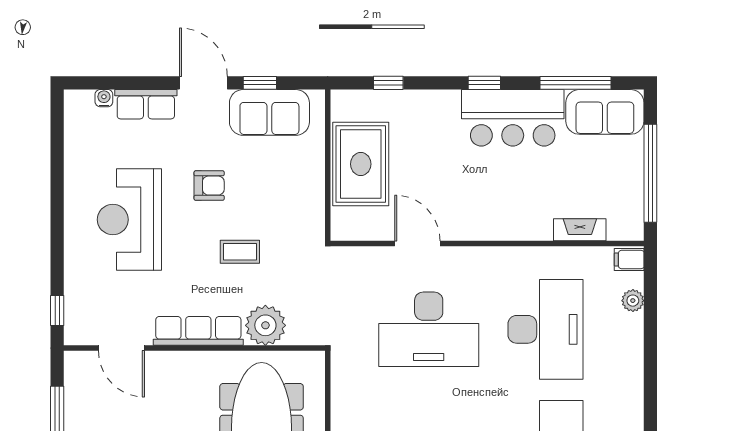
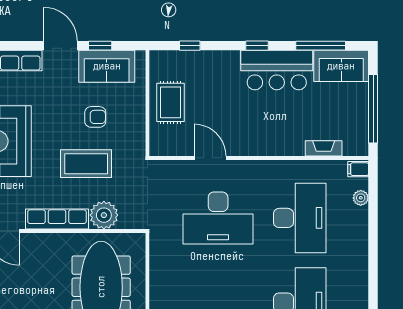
rug: (361, 164) -> (171, 102), width x0.73, depth x0.70
armchair: (209, 186) -> (95, 117), moved
coffee table: (240, 252) -> (86, 164), width x1.86, depth x1.72

